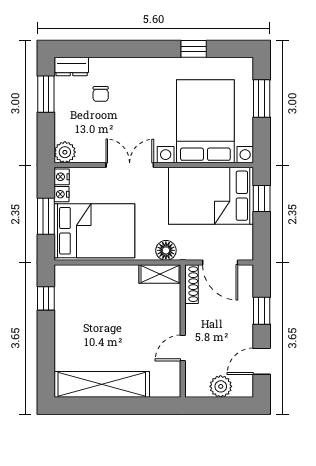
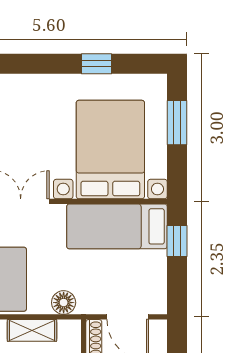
bed: (211, 196) -> (117, 226), width x0.67
shelving: (160, 274) -> (32, 330), moved

